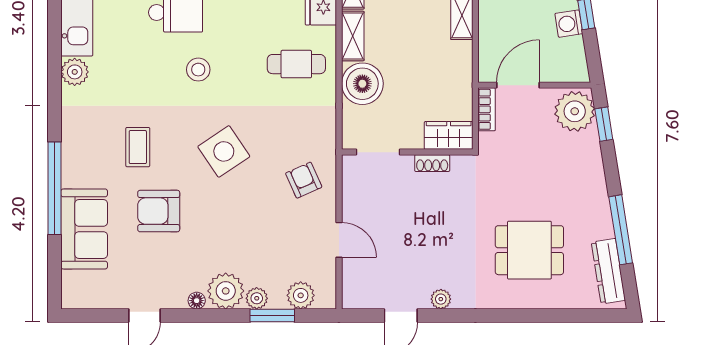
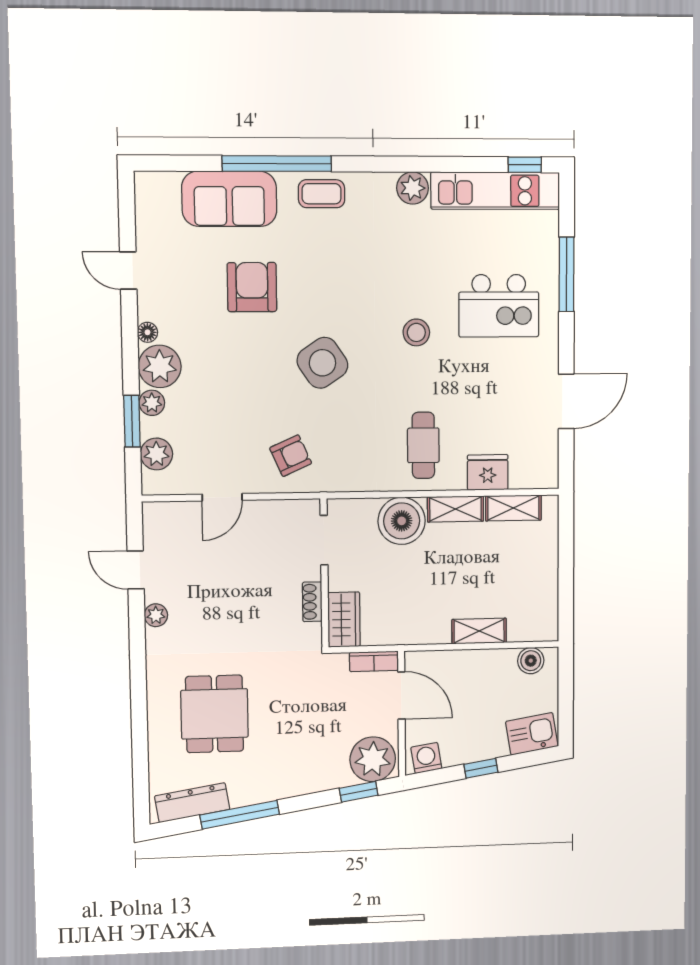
washing machine: (569, 24) -> (426, 758), moved
coffee table: (138, 147) -> (322, 194), moved

